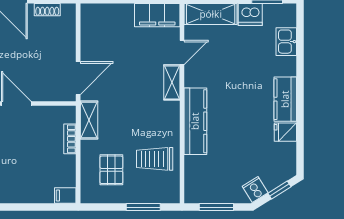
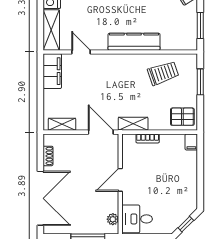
shelving: (172, 82) -> (62, 124), moved
trolley: (155, 159) -> (163, 73), turned -109
pallet: (111, 170) -> (182, 117), moved

